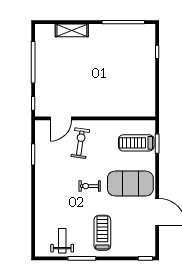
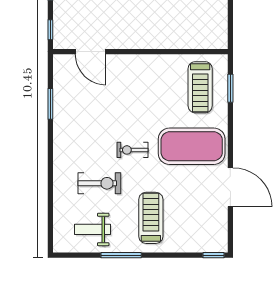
door: (61, 118) -> (91, 52), hinge flipped
exercise bike: (80, 143) -> (99, 183), moved, turned 82
treadmill: (136, 143) -> (200, 87), turned -90
weight bench: (62, 241) -> (93, 229), turned -90

